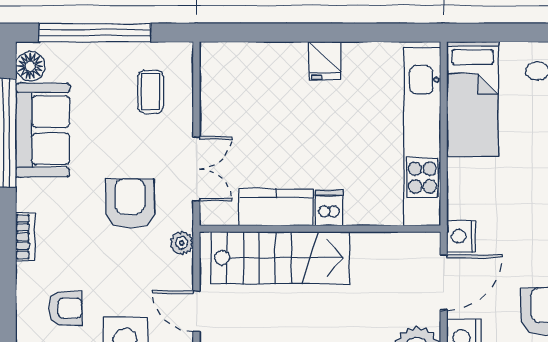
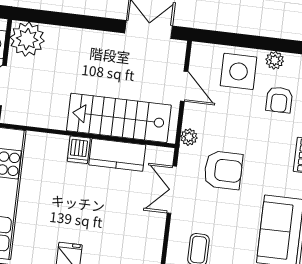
armchair: (130, 204) -> (223, 170), turned -90
armchair: (65, 308) -> (279, 100), turned -90

